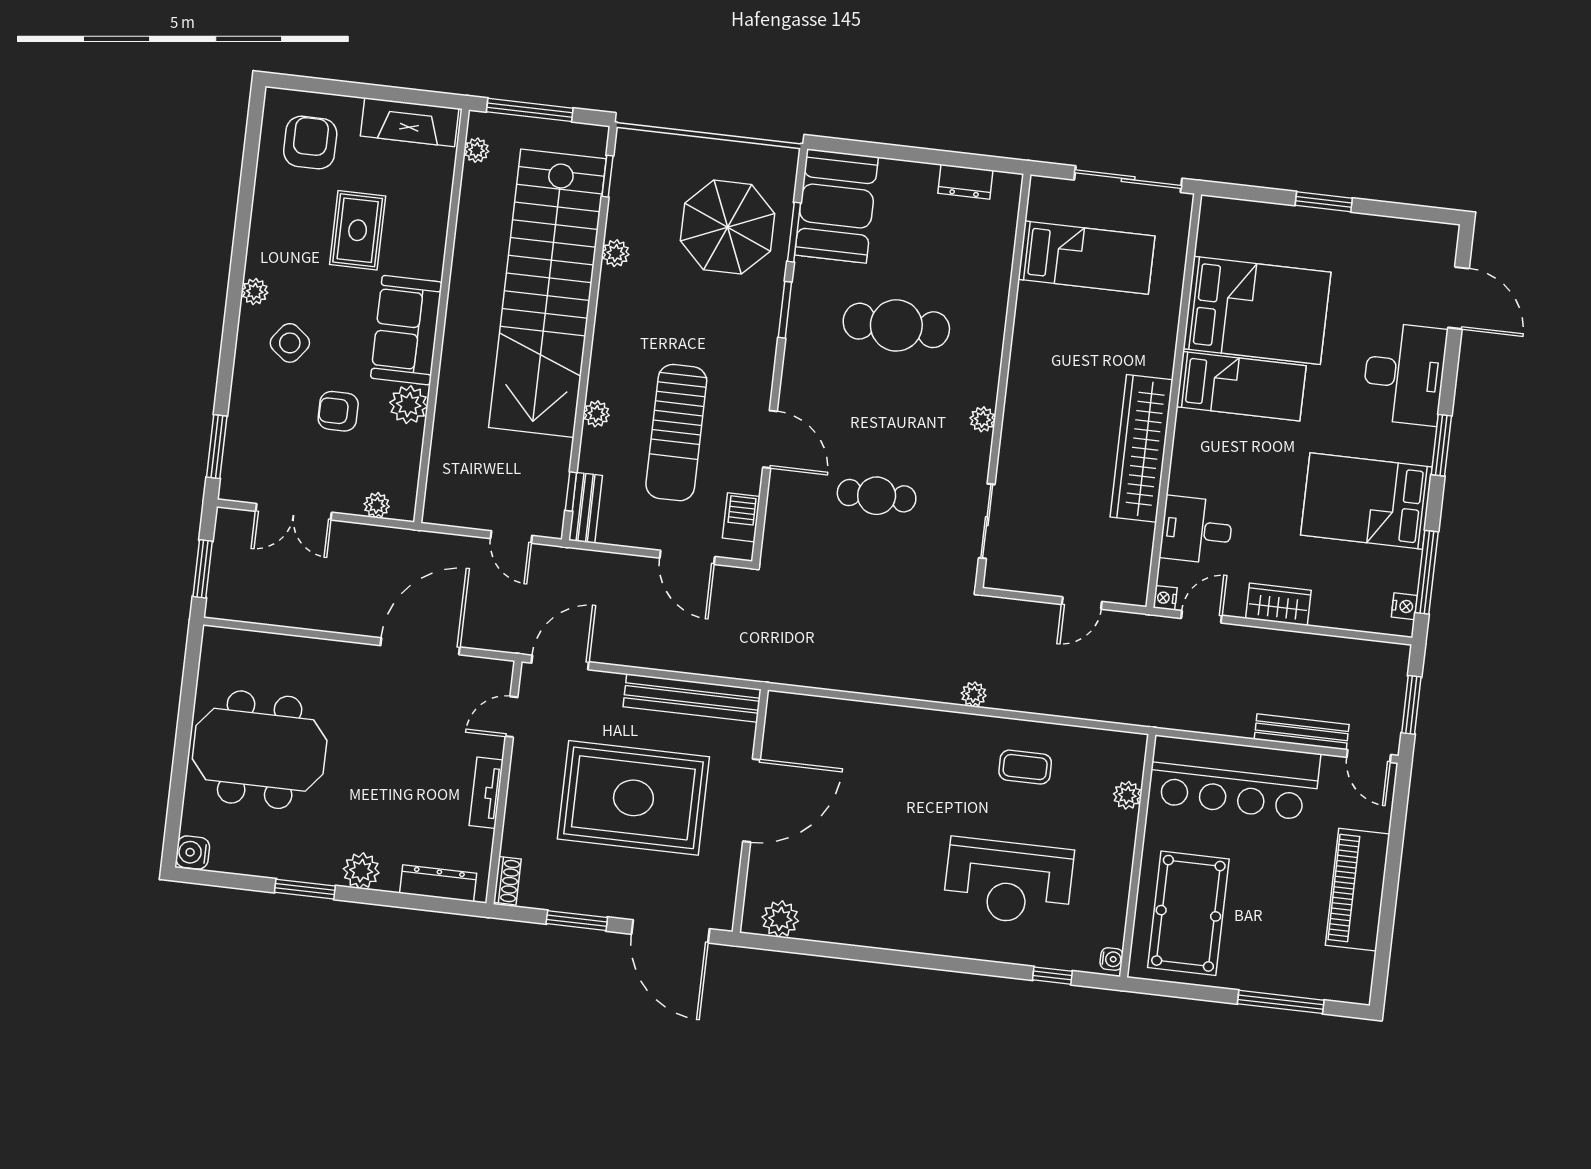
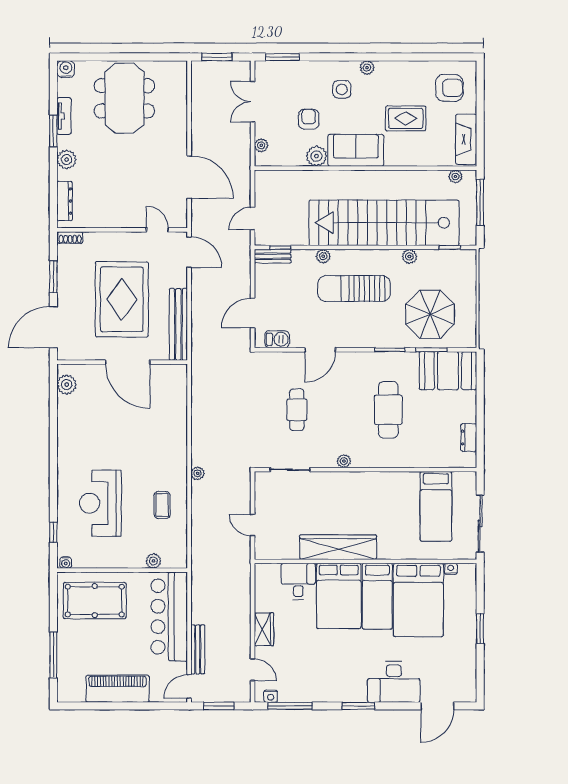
side table: (290, 343) -> (342, 89), turned -38
sun lounger: (676, 433) -> (354, 288), moved
bed: (1366, 501) -> (339, 596), moved, turned 180
nightstand: (1165, 598) -> (451, 569), moved
door: (1202, 617) -> (253, 670), moved
tv unit: (486, 793) -> (64, 116), moved, turned 90

